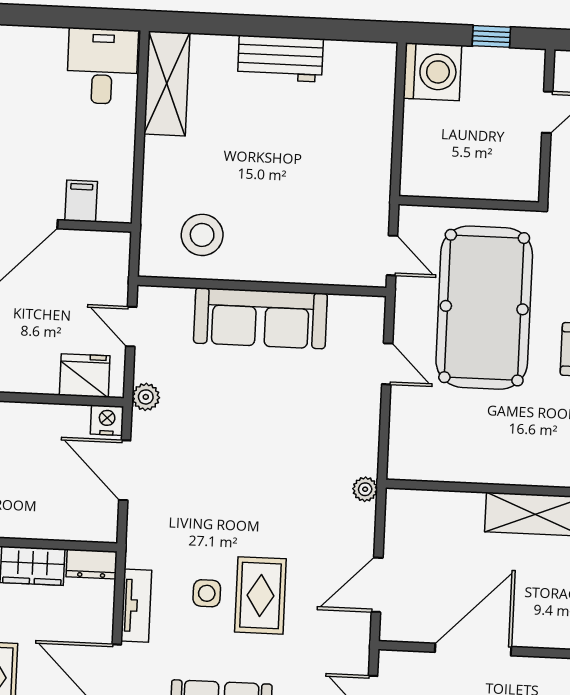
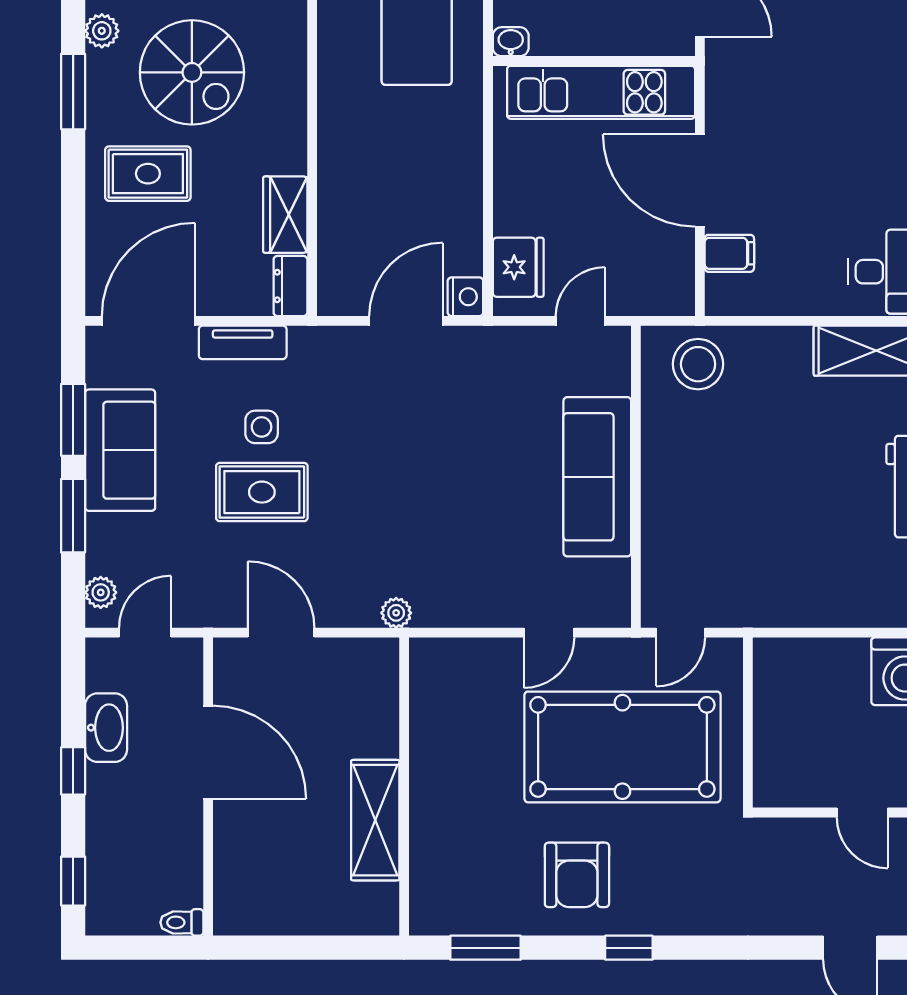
stool: (202, 235) -> (698, 364), moved
plant: (146, 397) -> (496, 342), removed

